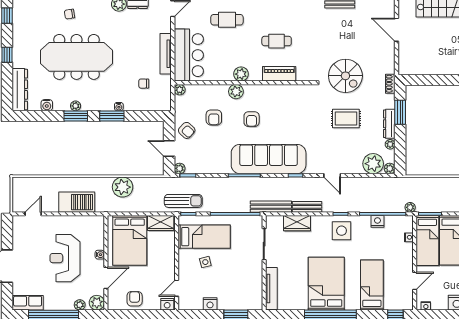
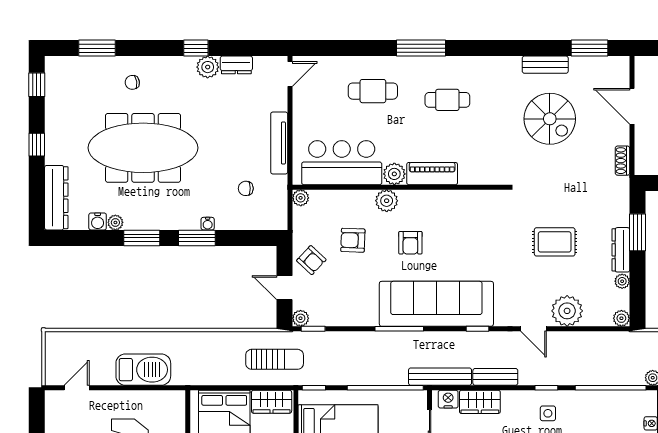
cafe table: (277, 41) -> (447, 100), moved
bar counter: (189, 55) -> (342, 163), moved, turned -90
piano: (279, 74) -> (432, 174), moved
spiral stairs: (345, 76) -> (550, 119), moved
shoe rack: (390, 84) -> (622, 161), moved
plant: (76, 106) -> (115, 222), moved
armchair: (214, 117) -> (353, 240), turned 92
plant: (373, 164) -> (567, 311), moved
plant: (123, 187) -> (213, 347), removed
sun lounger: (183, 201) -> (275, 359), moved
nightstand: (377, 221) -> (448, 399), moved
side table: (342, 231) -> (548, 413), width x0.54, depth x0.54

